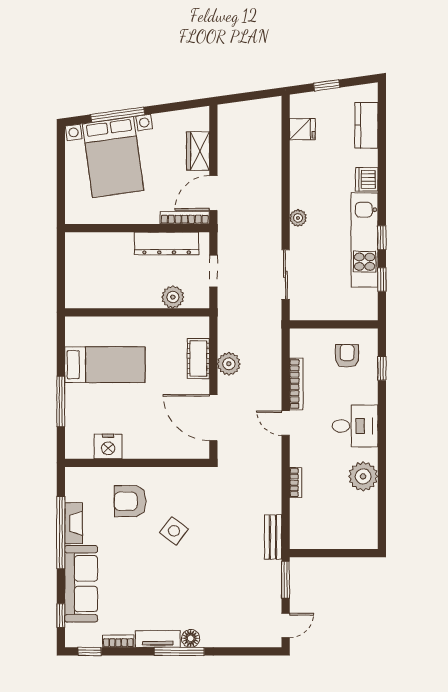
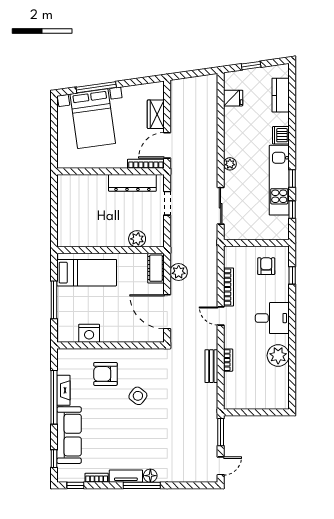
plant: (173, 297) -> (137, 239), moved
wall: (137, 312) -> (111, 250), moved
bench: (273, 537) -> (211, 366), moved

